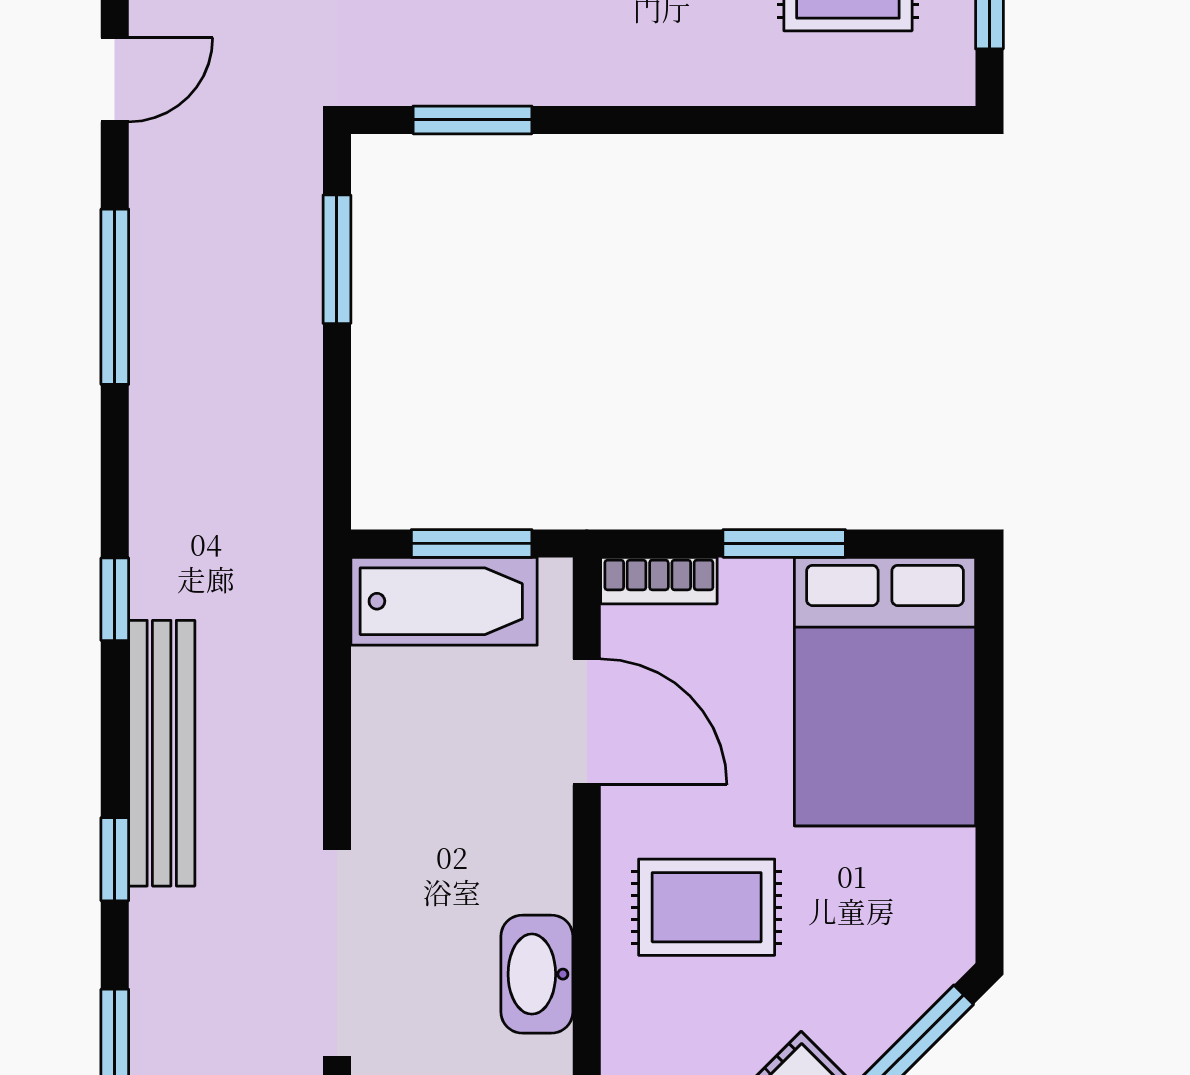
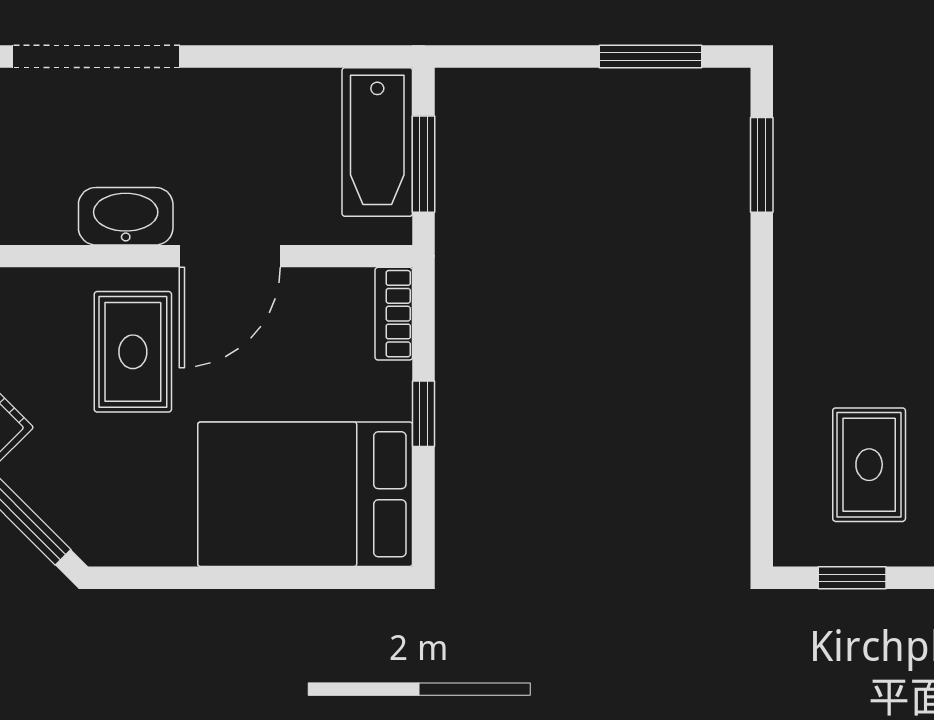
window: (784, 543) -> (423, 414), width x0.67
door: (587, 722) -> (230, 256), moved
washbasin: (537, 974) -> (126, 216), moved

